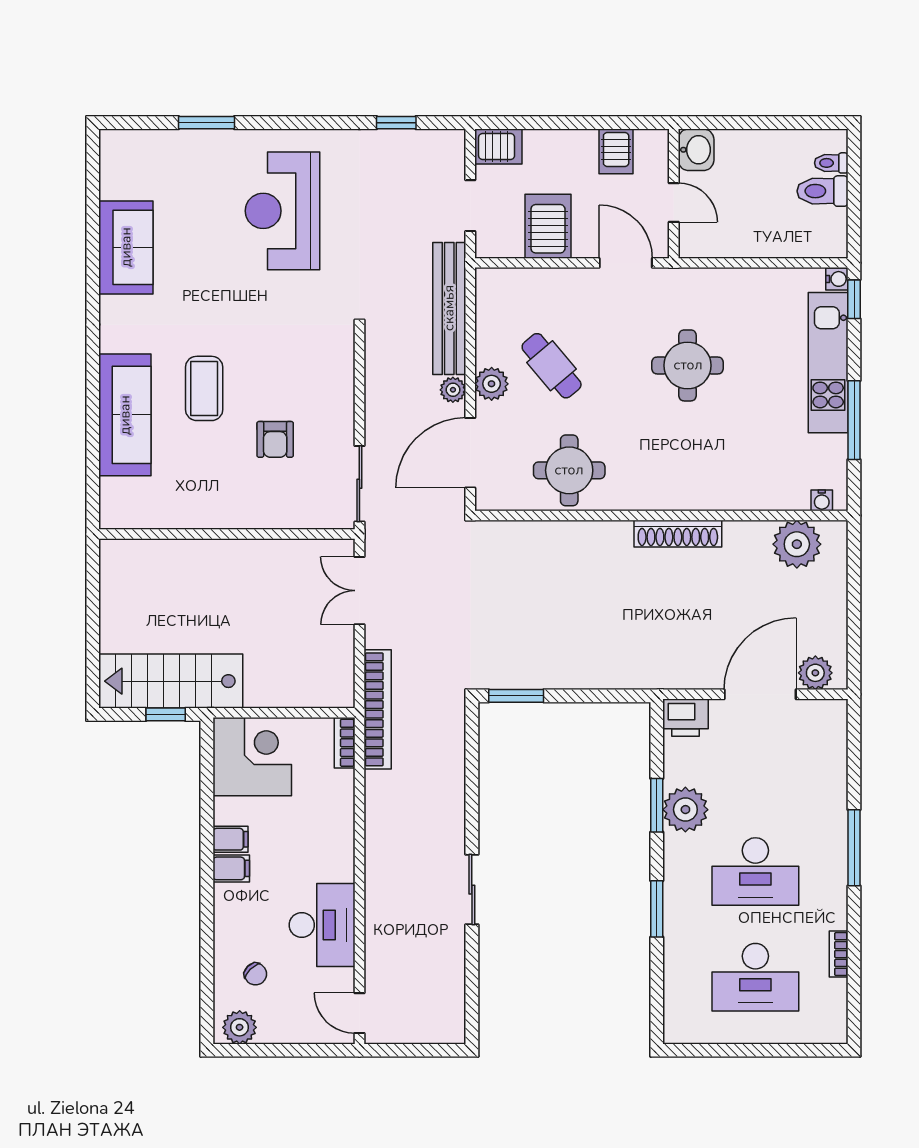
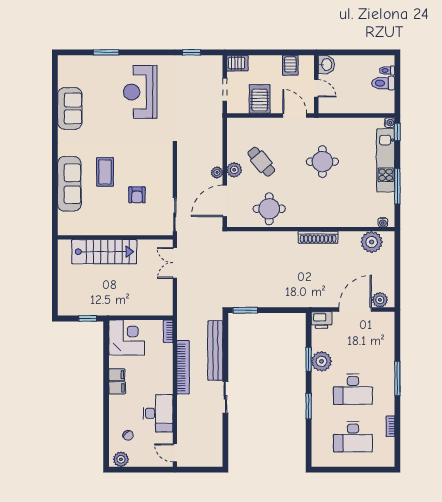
bench: (449, 308) -> (215, 351), moved
stairs: (171, 681) -> (104, 252), moved, turned 180
bookcase: (378, 709) -> (183, 367), moved

